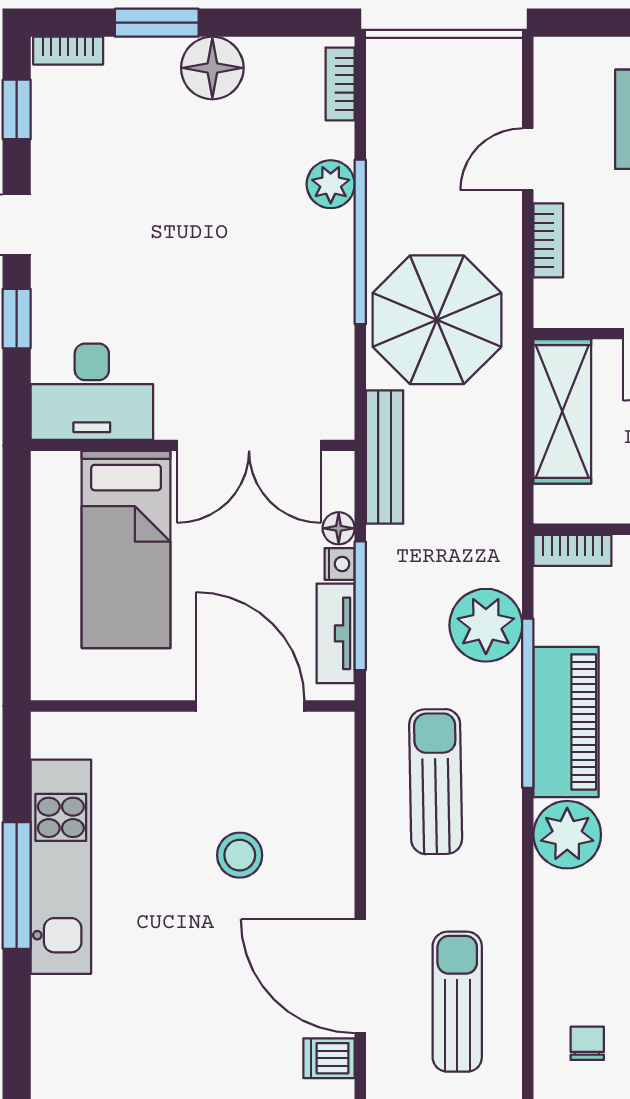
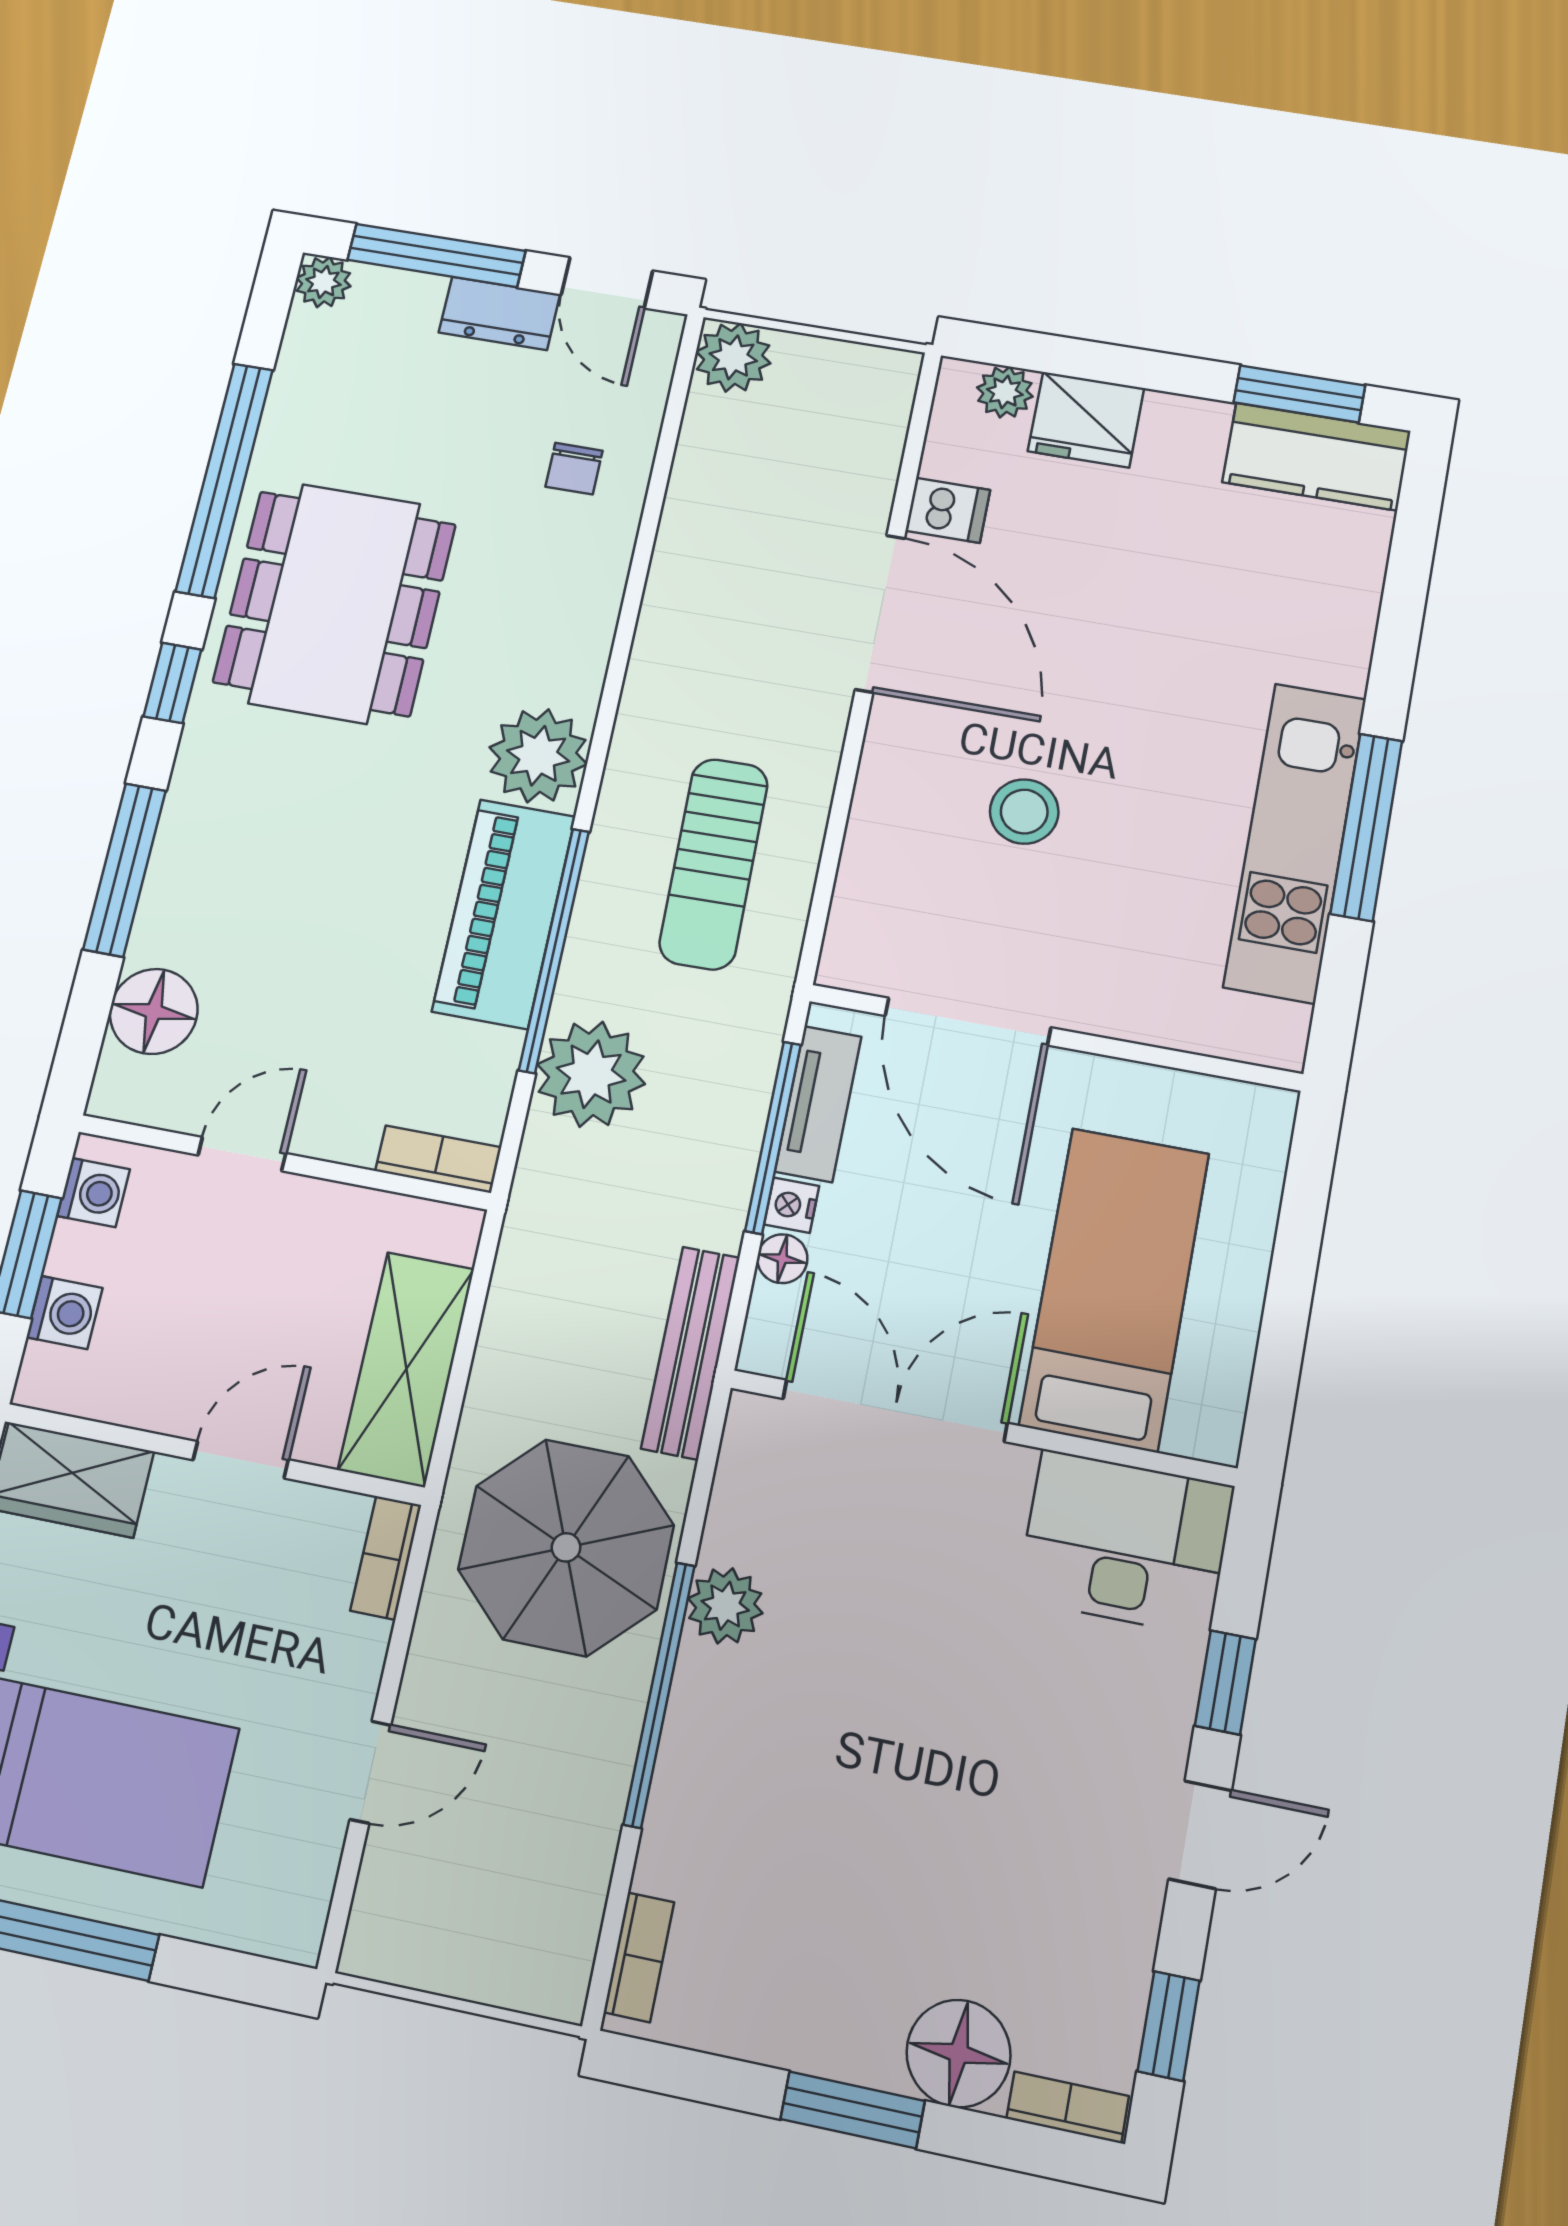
window: (157, 23) -> (853, 2110), moved
floor lamp: (212, 68) -> (959, 2053), moved
plant: (331, 184) -> (725, 1606), moved
bookcase: (548, 240) -> (386, 1558), moved
sun lounger: (457, 1002) -> (747, 555), removed

